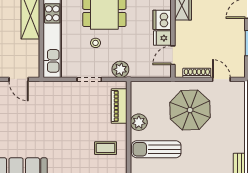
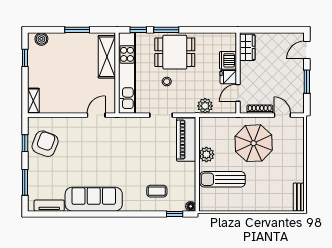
plant: (120, 69) -> (205, 106), moved
door: (19, 79) -> (96, 115), swing flipped
piano: (119, 106) -> (186, 140), width x1.37, depth x1.33
coffee table: (106, 148) -> (157, 191), moved

